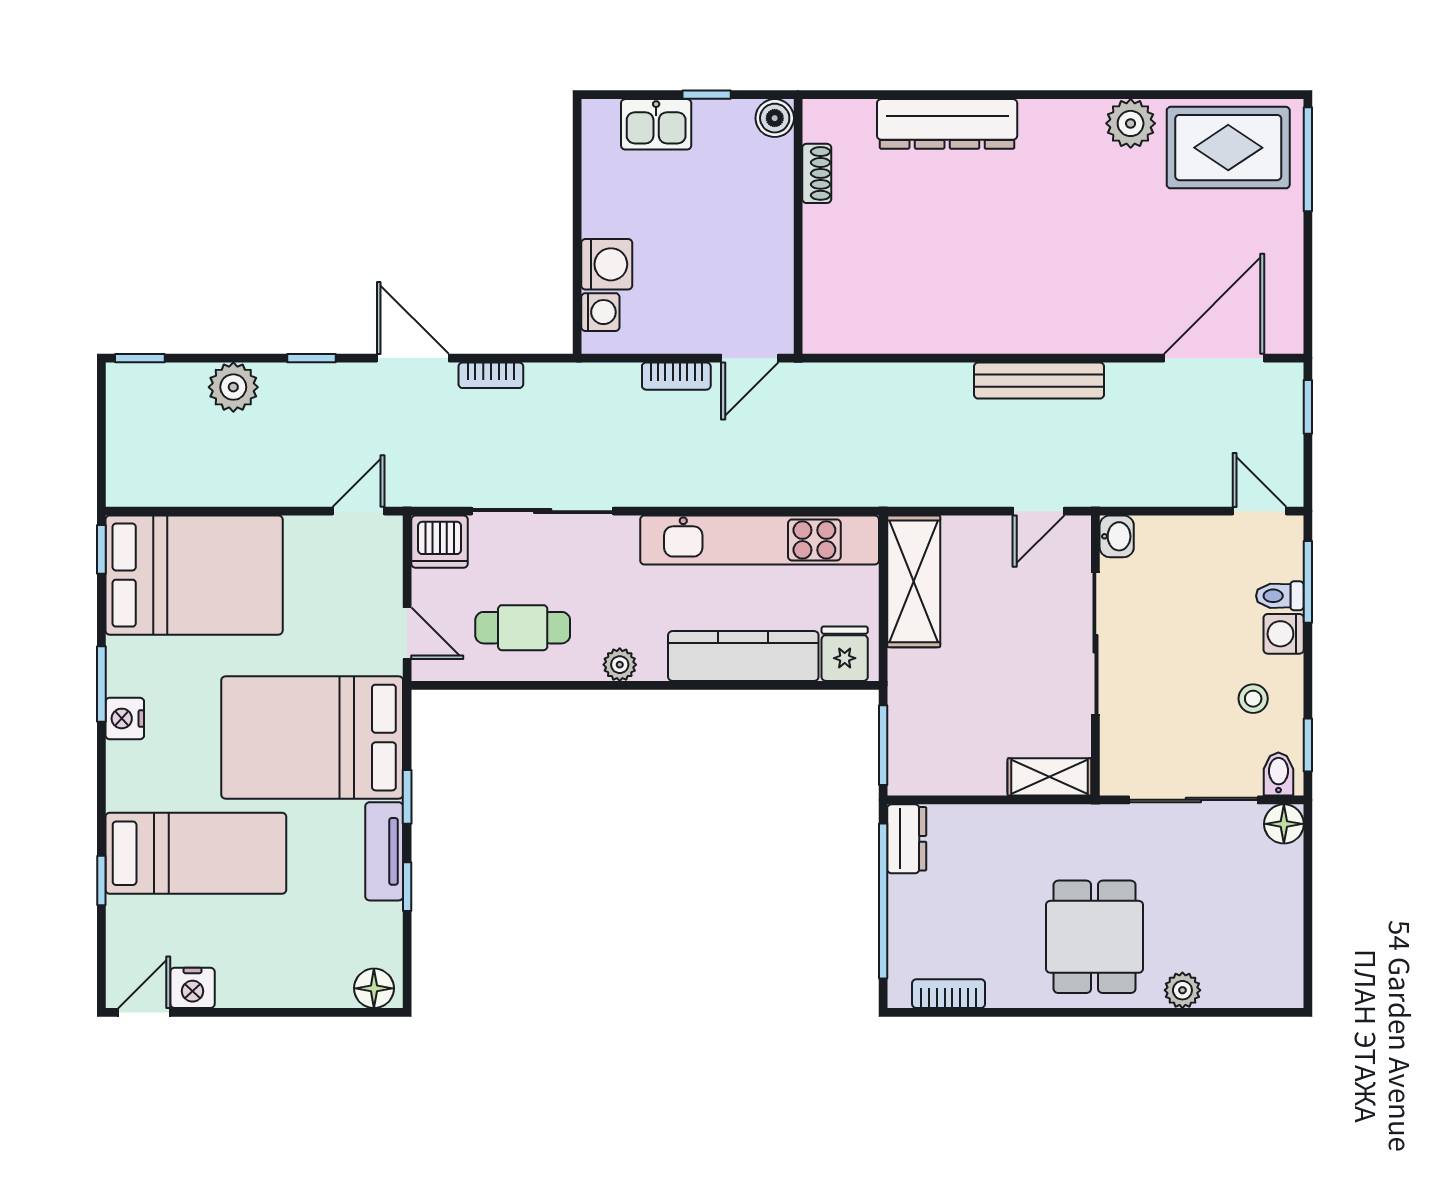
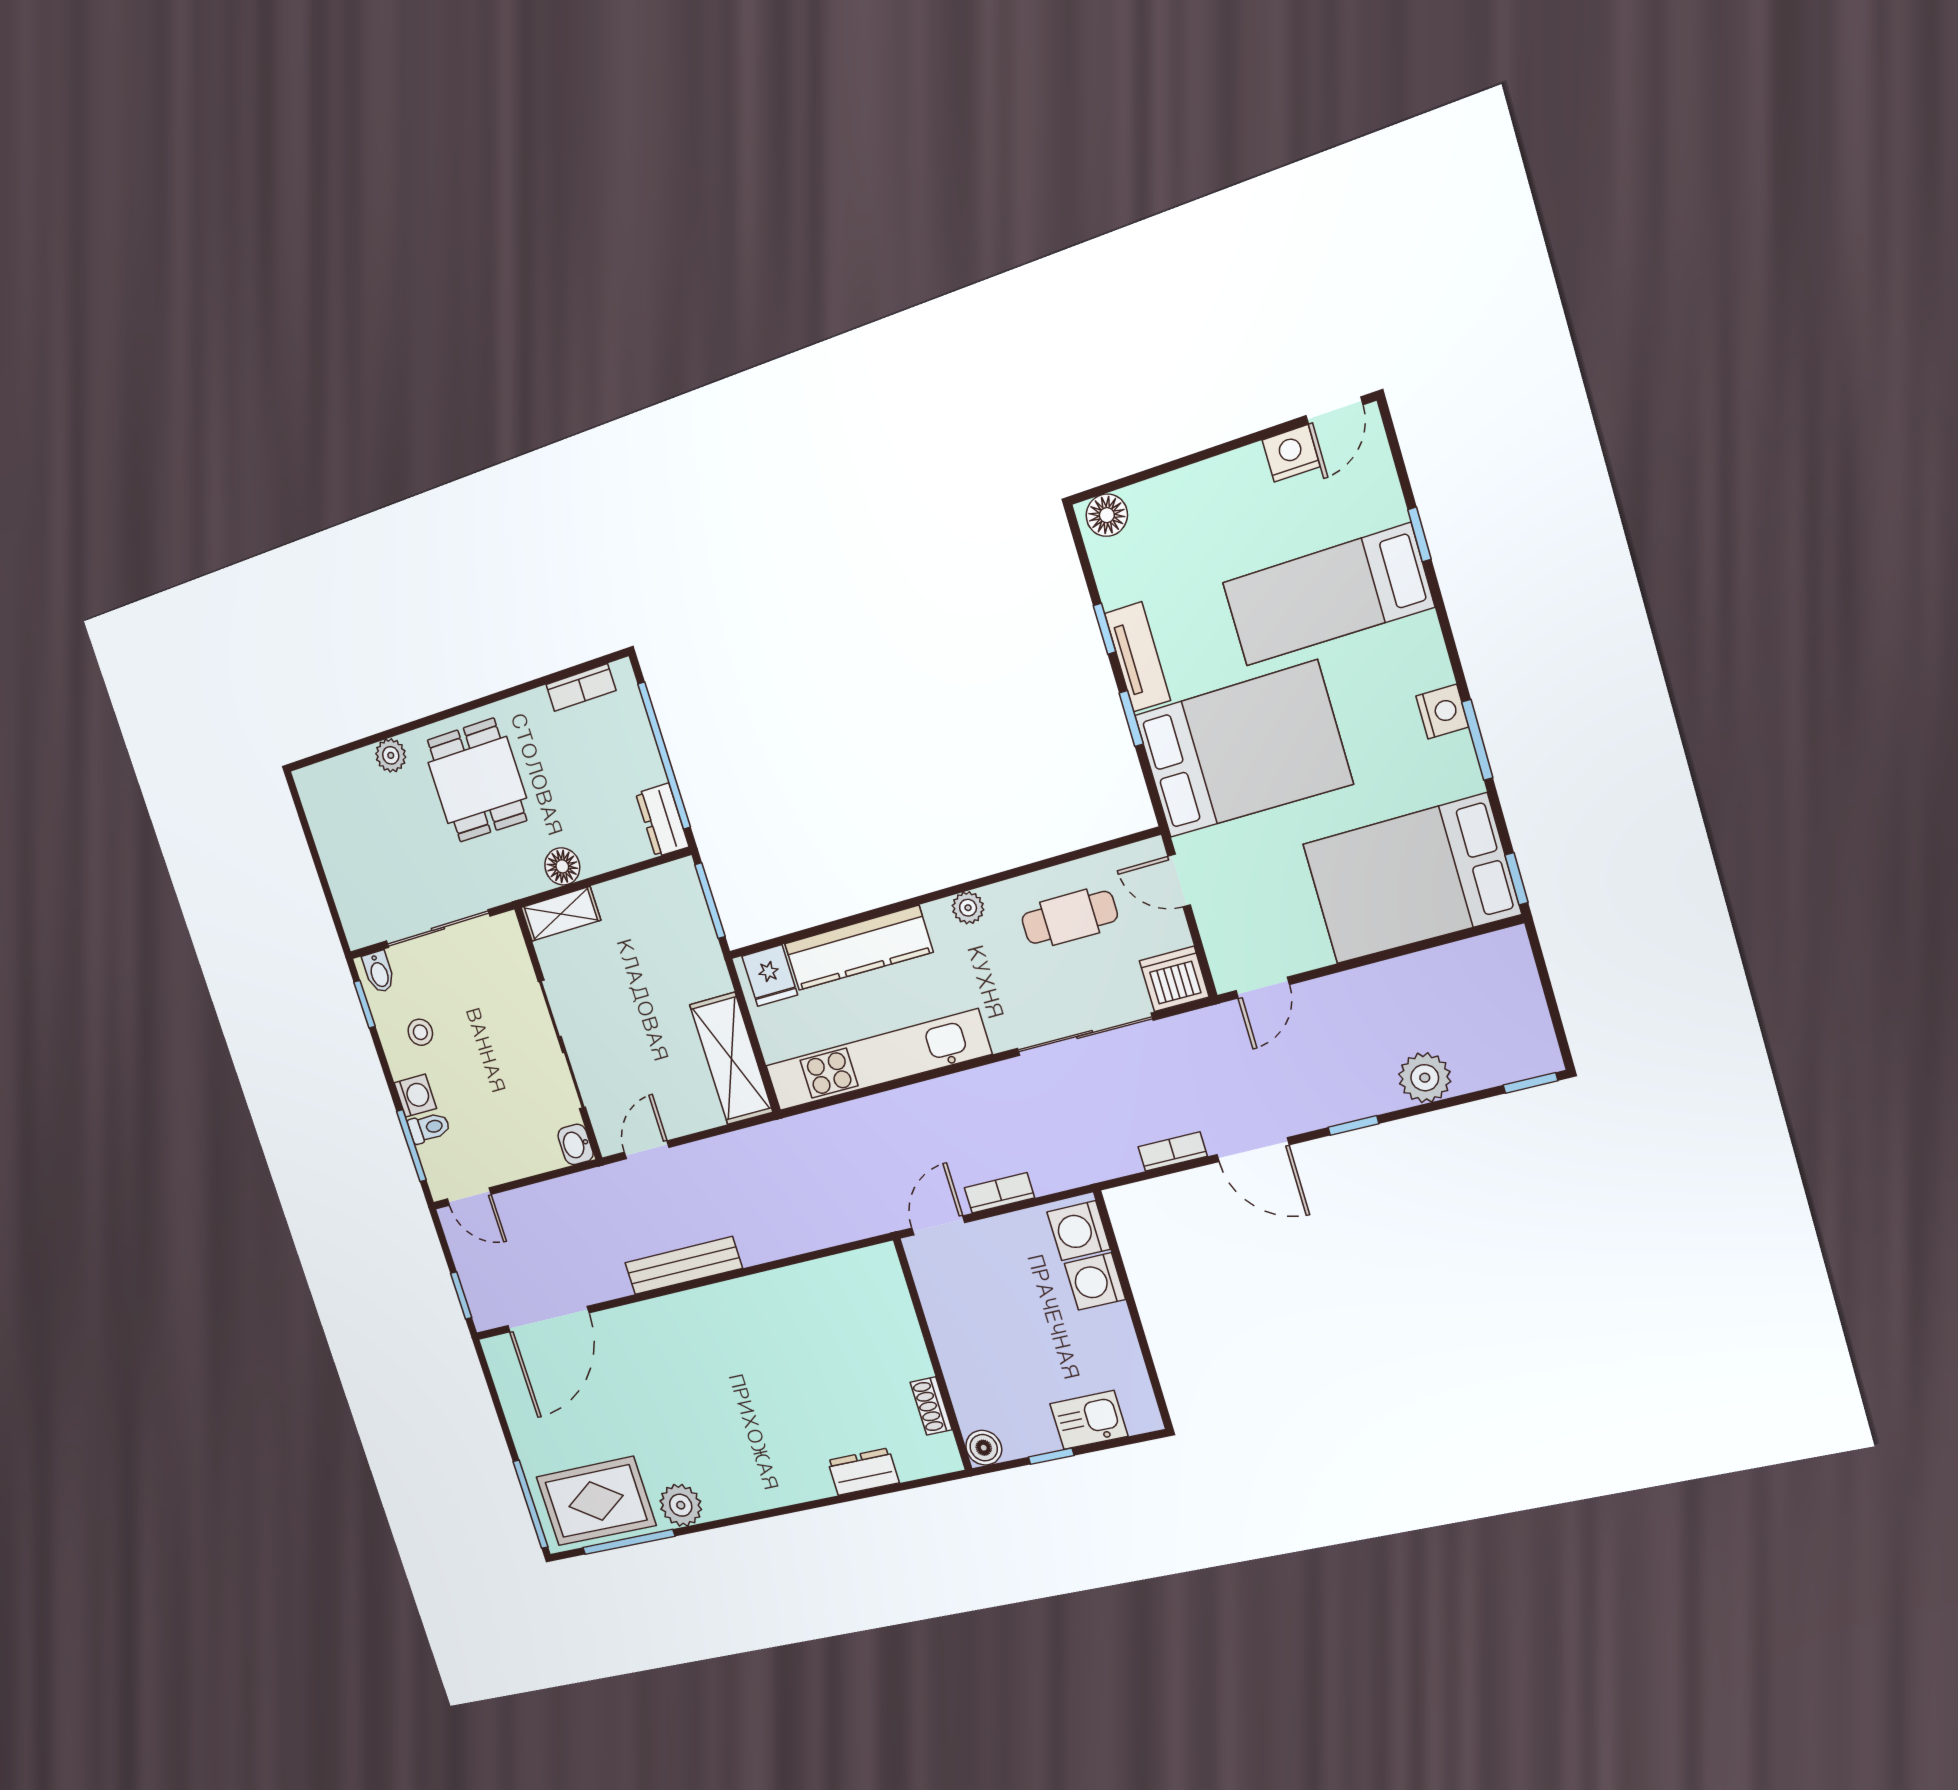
window: (1205, 95) -> (629, 1542), added
dresser: (947, 124) -> (863, 1472), width x0.51, depth x0.80
washing machine: (600, 312) -> (1079, 1231), width x1.38, depth x1.38
floor lamp: (1284, 824) -> (562, 866), moved

